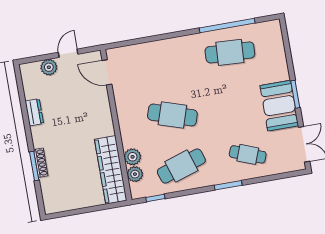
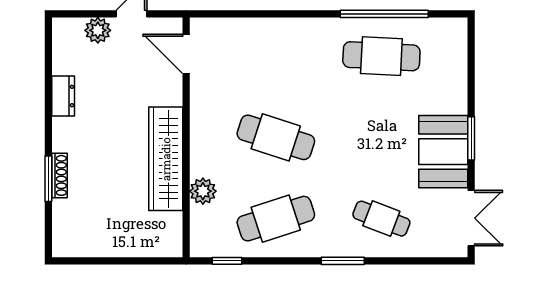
wardrobe: (111, 170) -> (166, 159), moved
plant: (135, 174) -> (202, 219), removed

